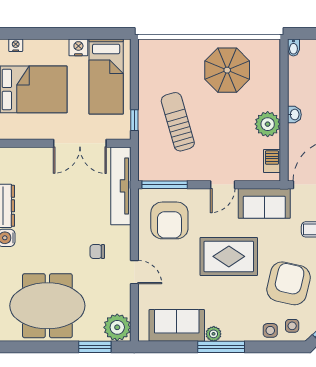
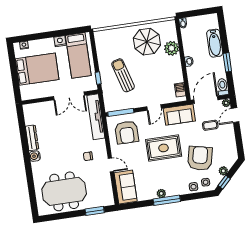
plant: (268, 124) -> (172, 48), moved
sofa: (177, 325) -> (126, 187), moved, turned 90
plant: (117, 327) -> (106, 198), removed

